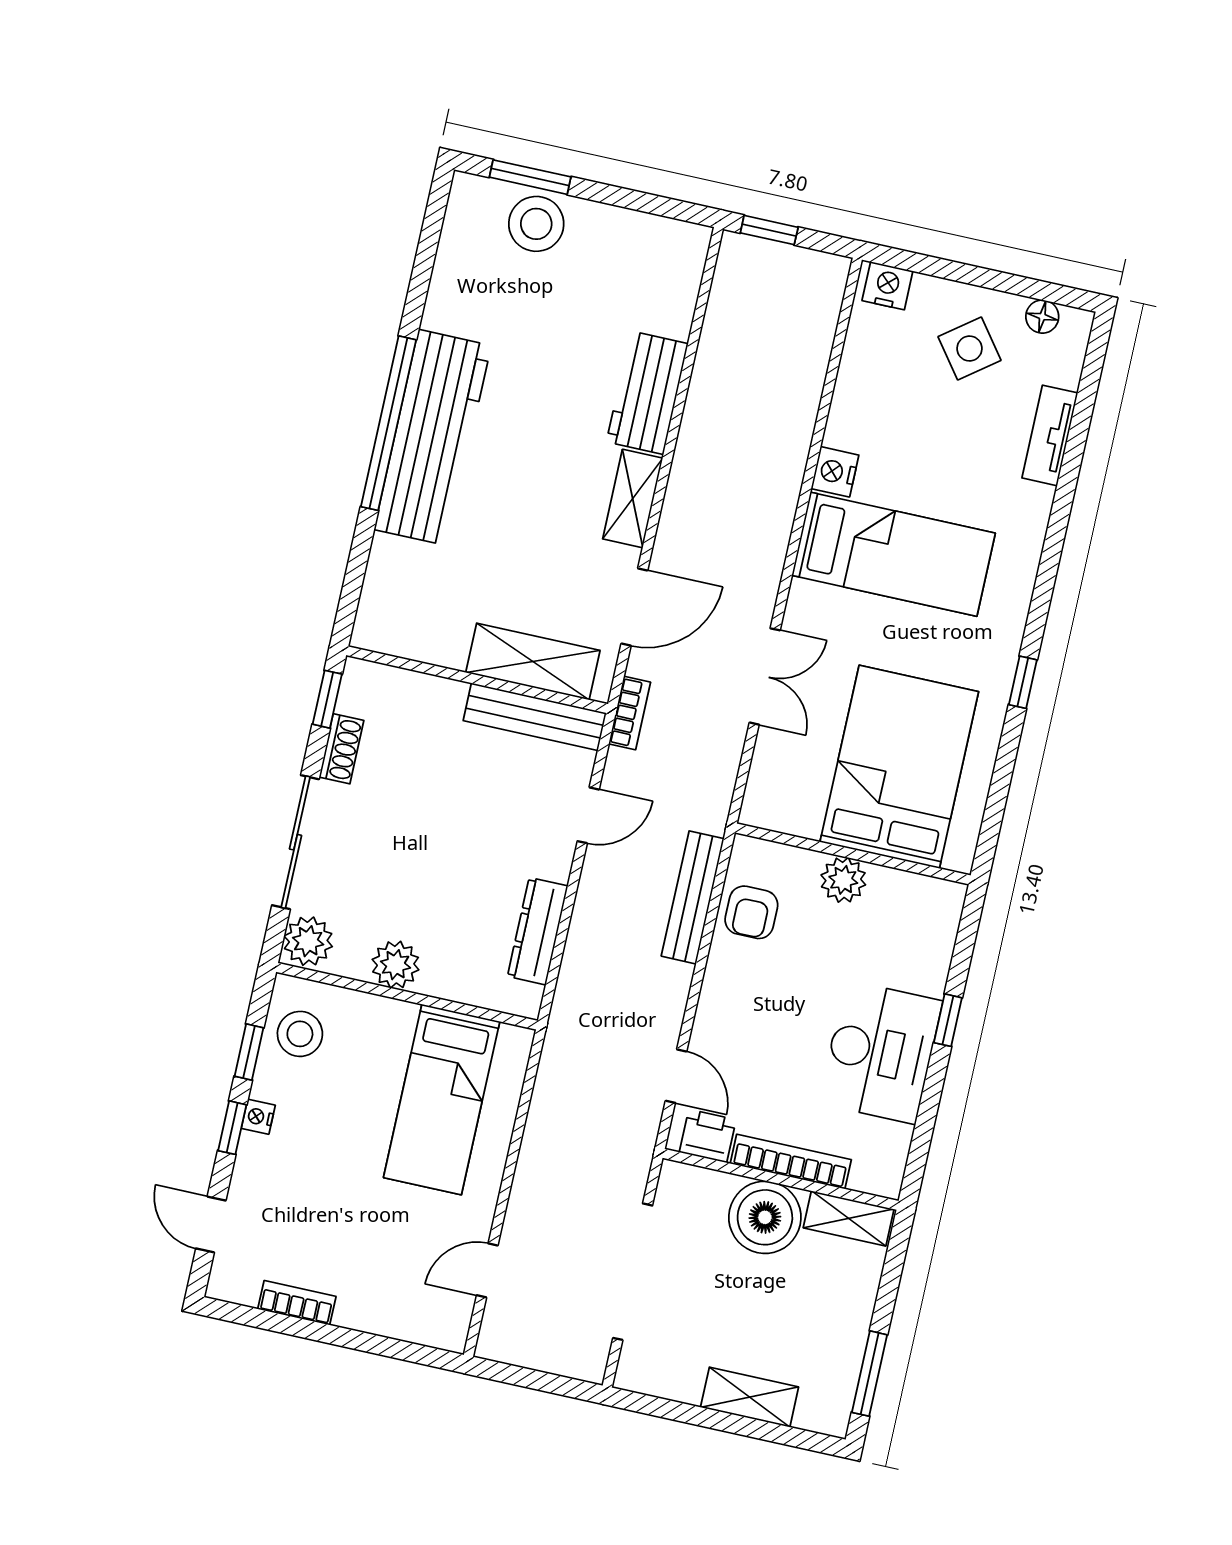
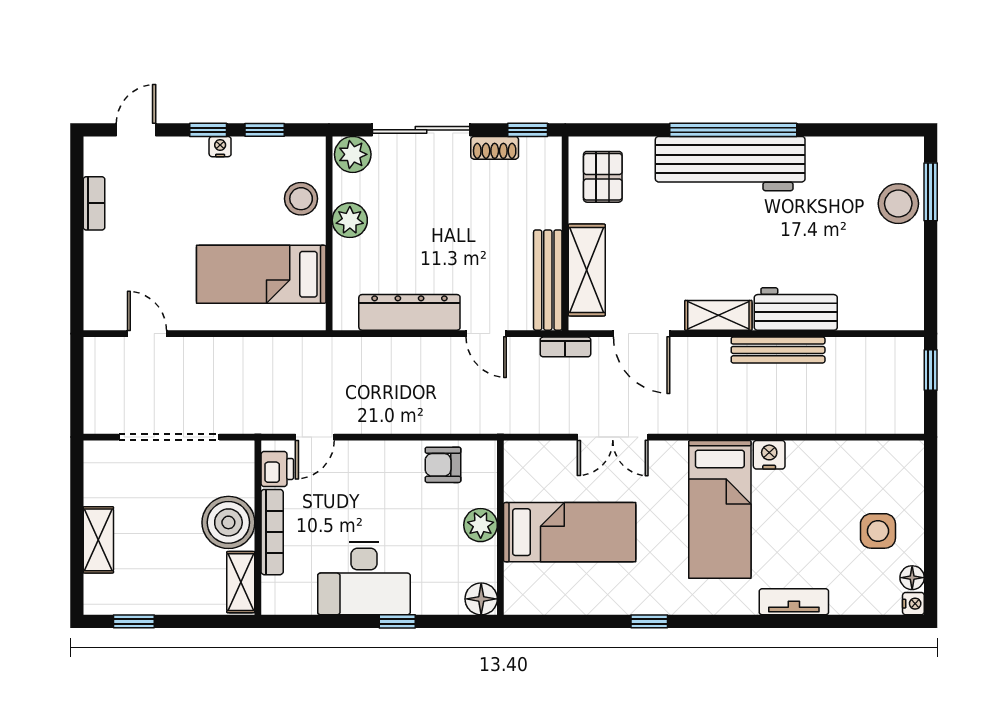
nightstand: (887, 286) -> (913, 604), moved, width x0.72, depth x0.74
side table: (969, 349) -> (878, 531), turned 37
tv unit: (1050, 435) -> (794, 602), moved
pallet: (412, 612) -> (603, 177), added
bed: (899, 767) -> (570, 532), width x0.67
bench: (693, 897) -> (778, 350), moved
floor lamp: (943, 901) -> (481, 599), added
dresser: (538, 931) -> (409, 312), width x1.37, depth x1.24
stool: (300, 1034) -> (301, 199), moved
window: (870, 1374) -> (134, 621), width x0.67

